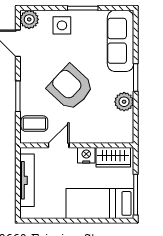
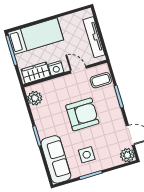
side table: (62, 25) -> (87, 155), moved
armchair: (70, 87) -> (82, 114), turned -43
plant: (124, 102) -> (35, 98), moved
door: (59, 145) -> (78, 70), swing flipped

